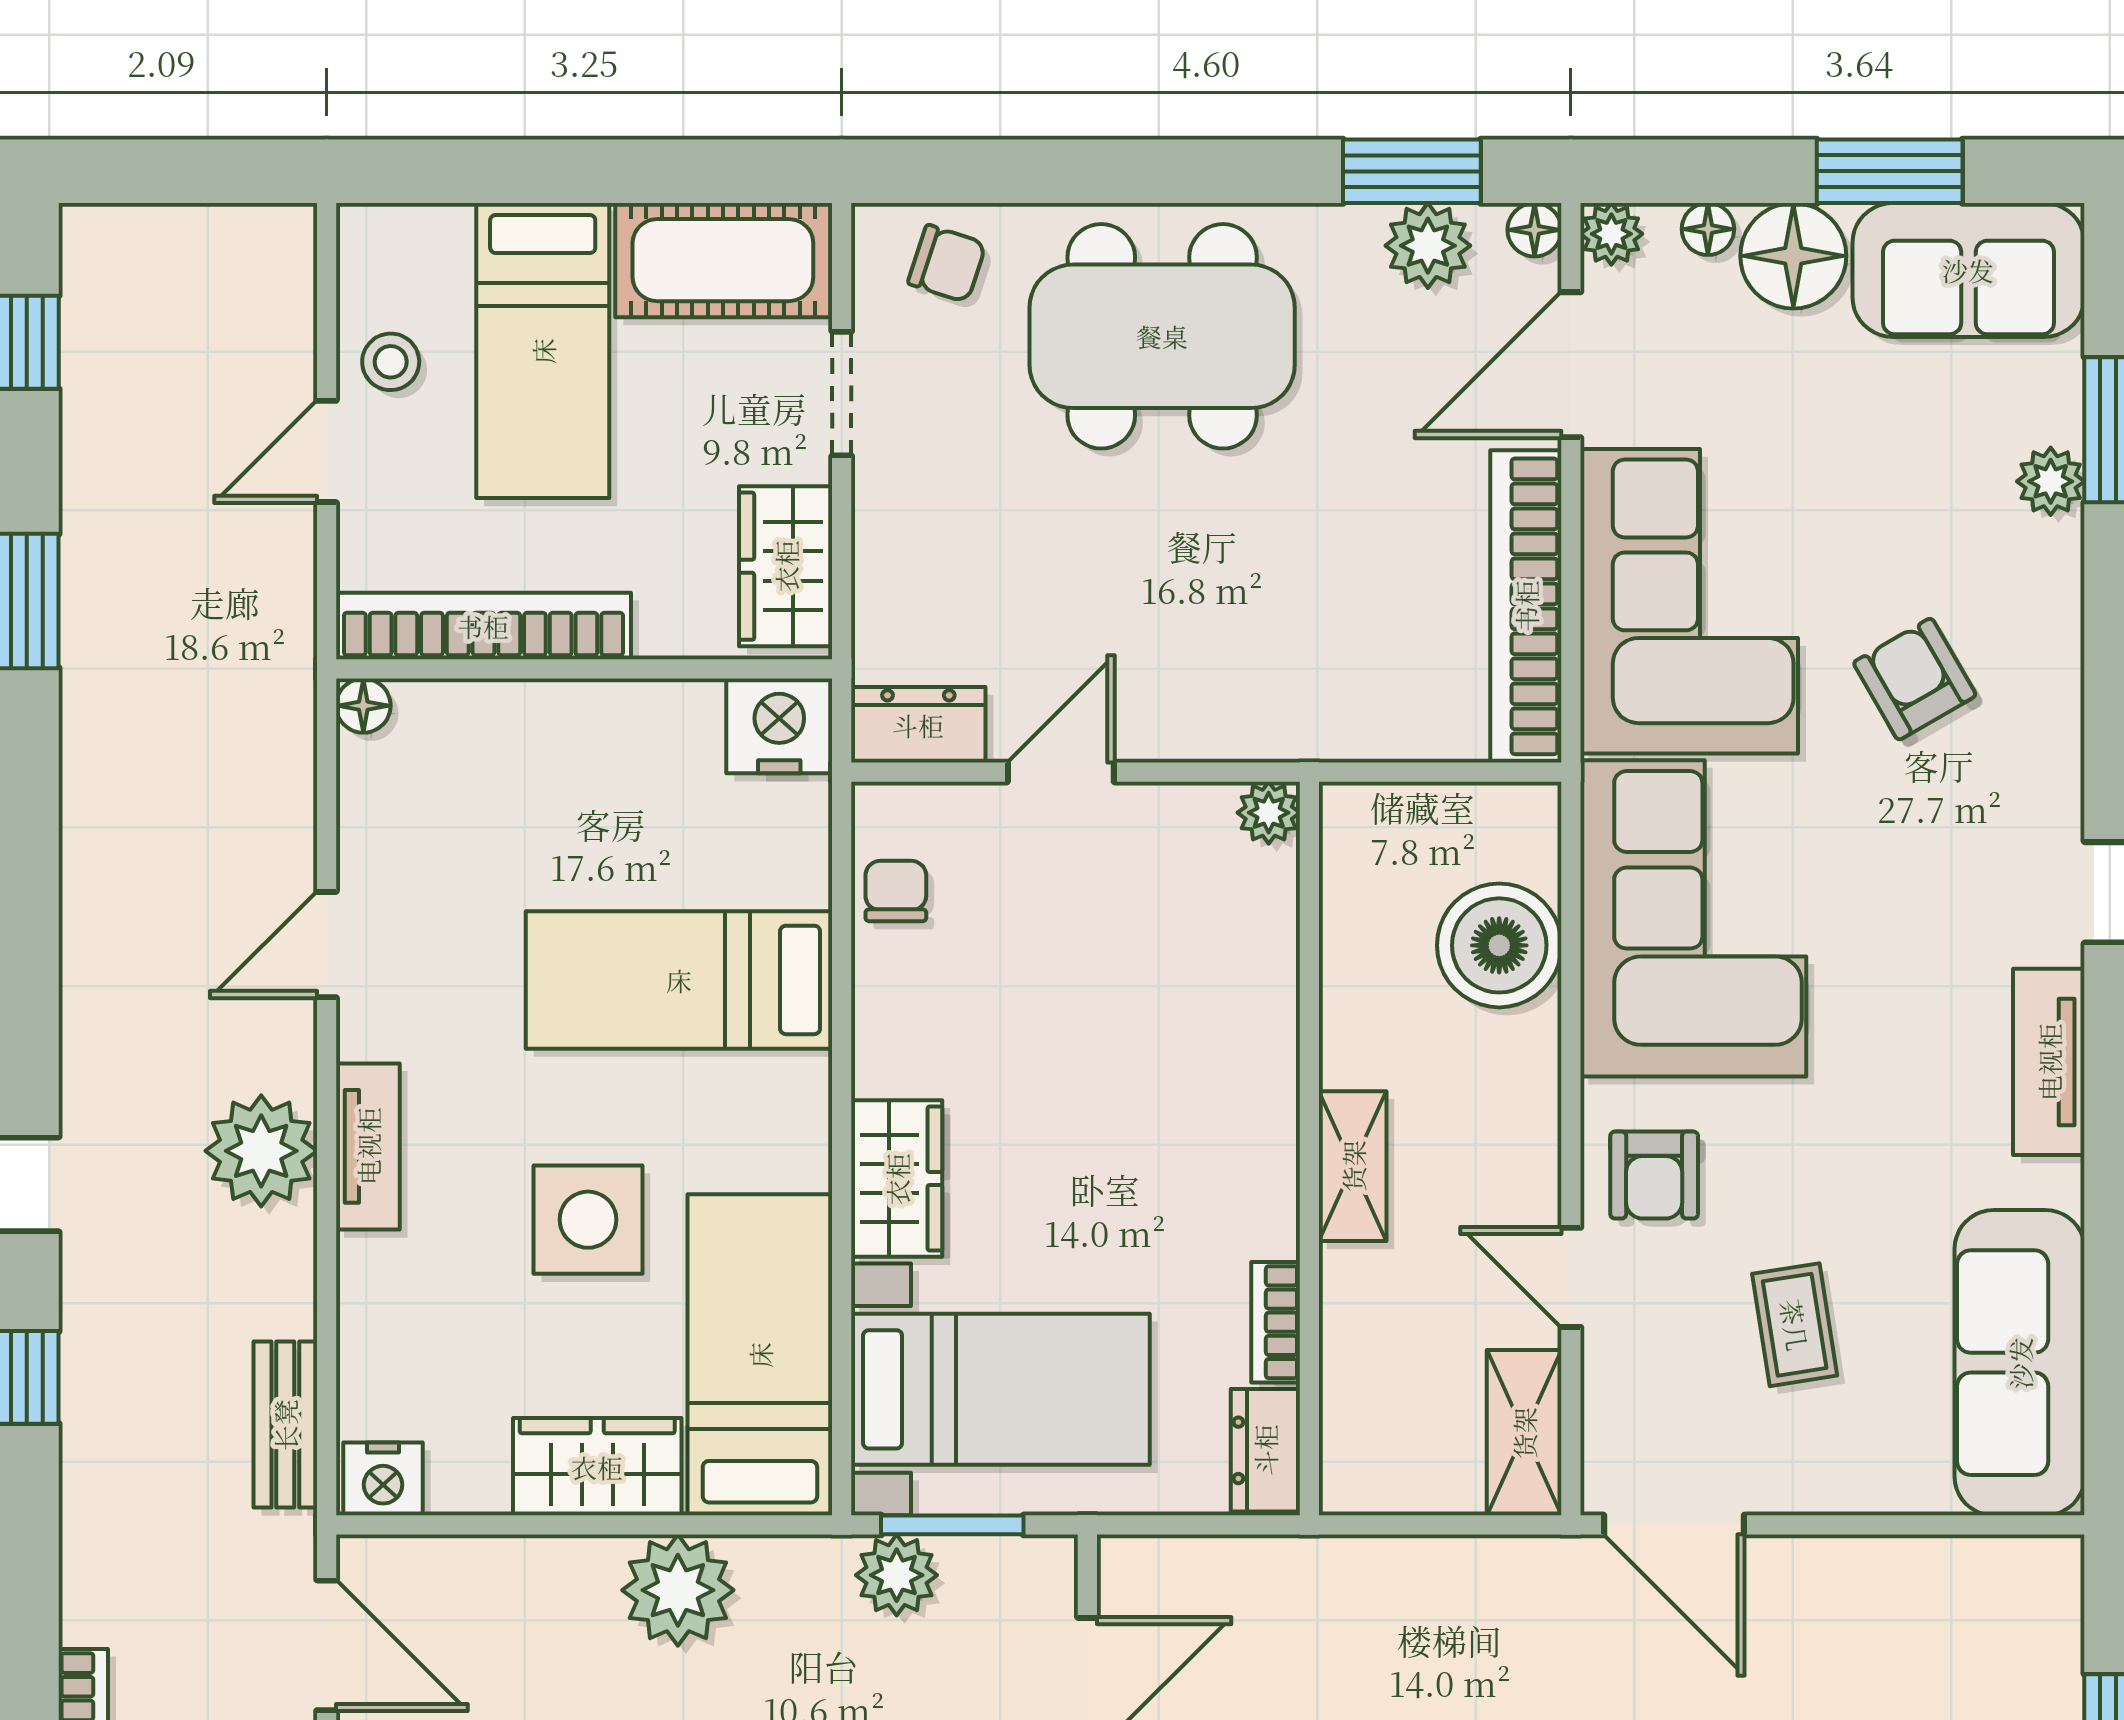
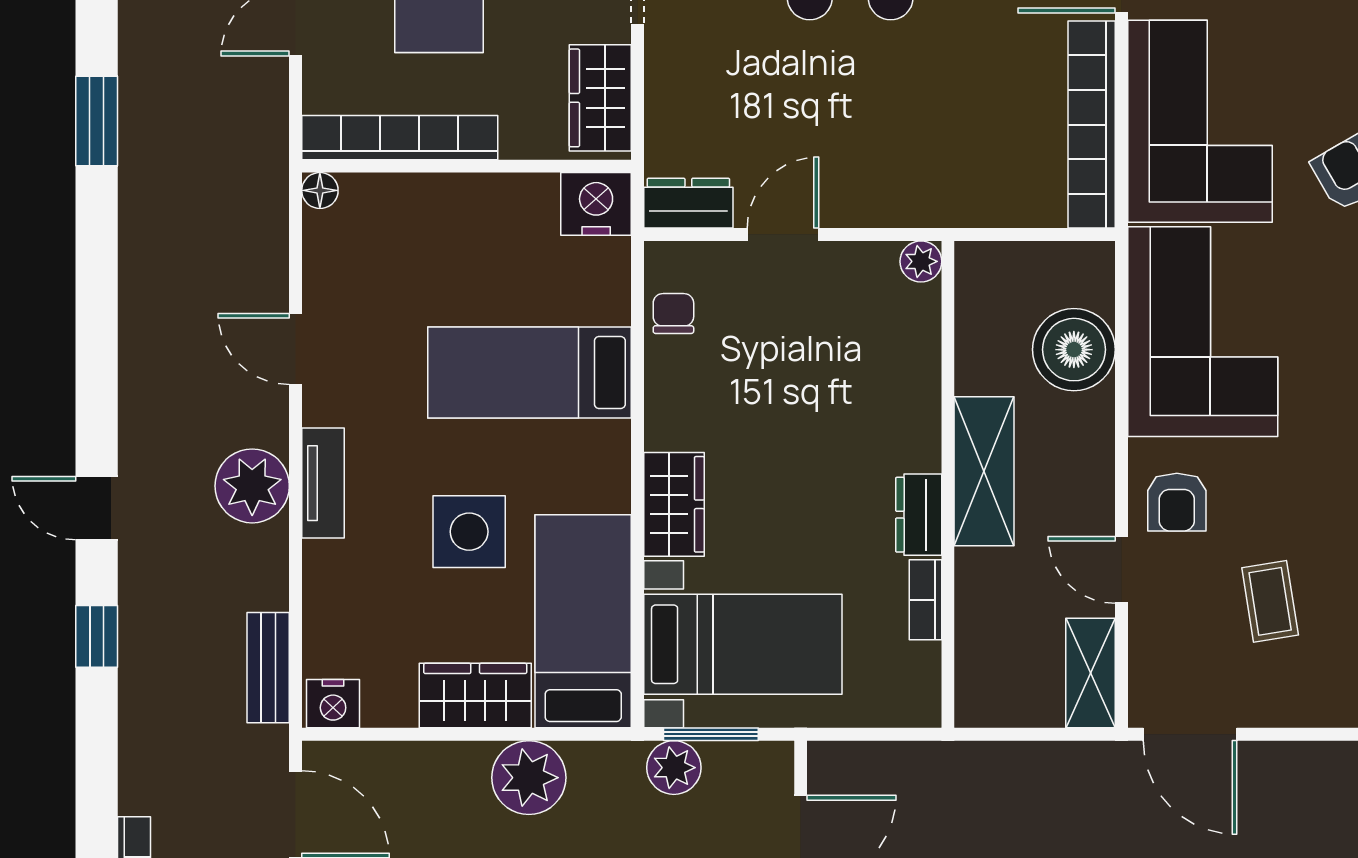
door: (327, 945) -> (296, 349), hinge flipped
shelving: (1353, 1166) -> (984, 471), width x1.50, depth x1.33
dresser: (1265, 1450) -> (919, 515), moved

